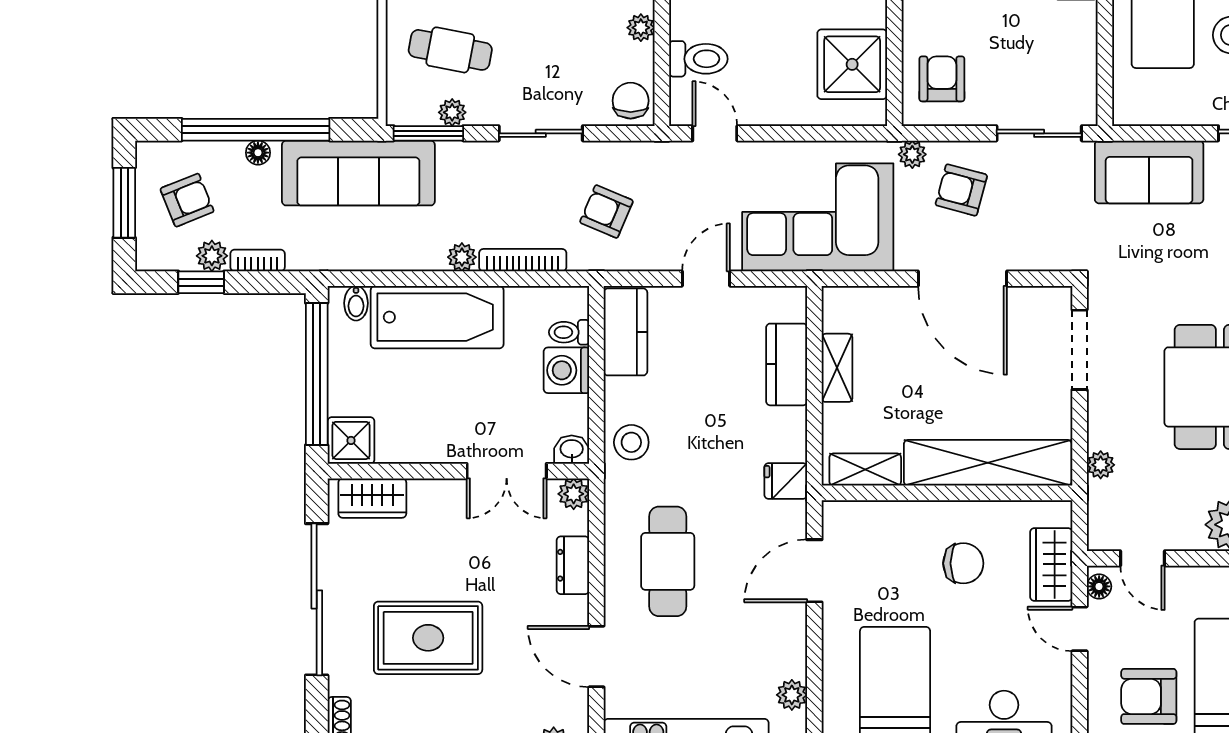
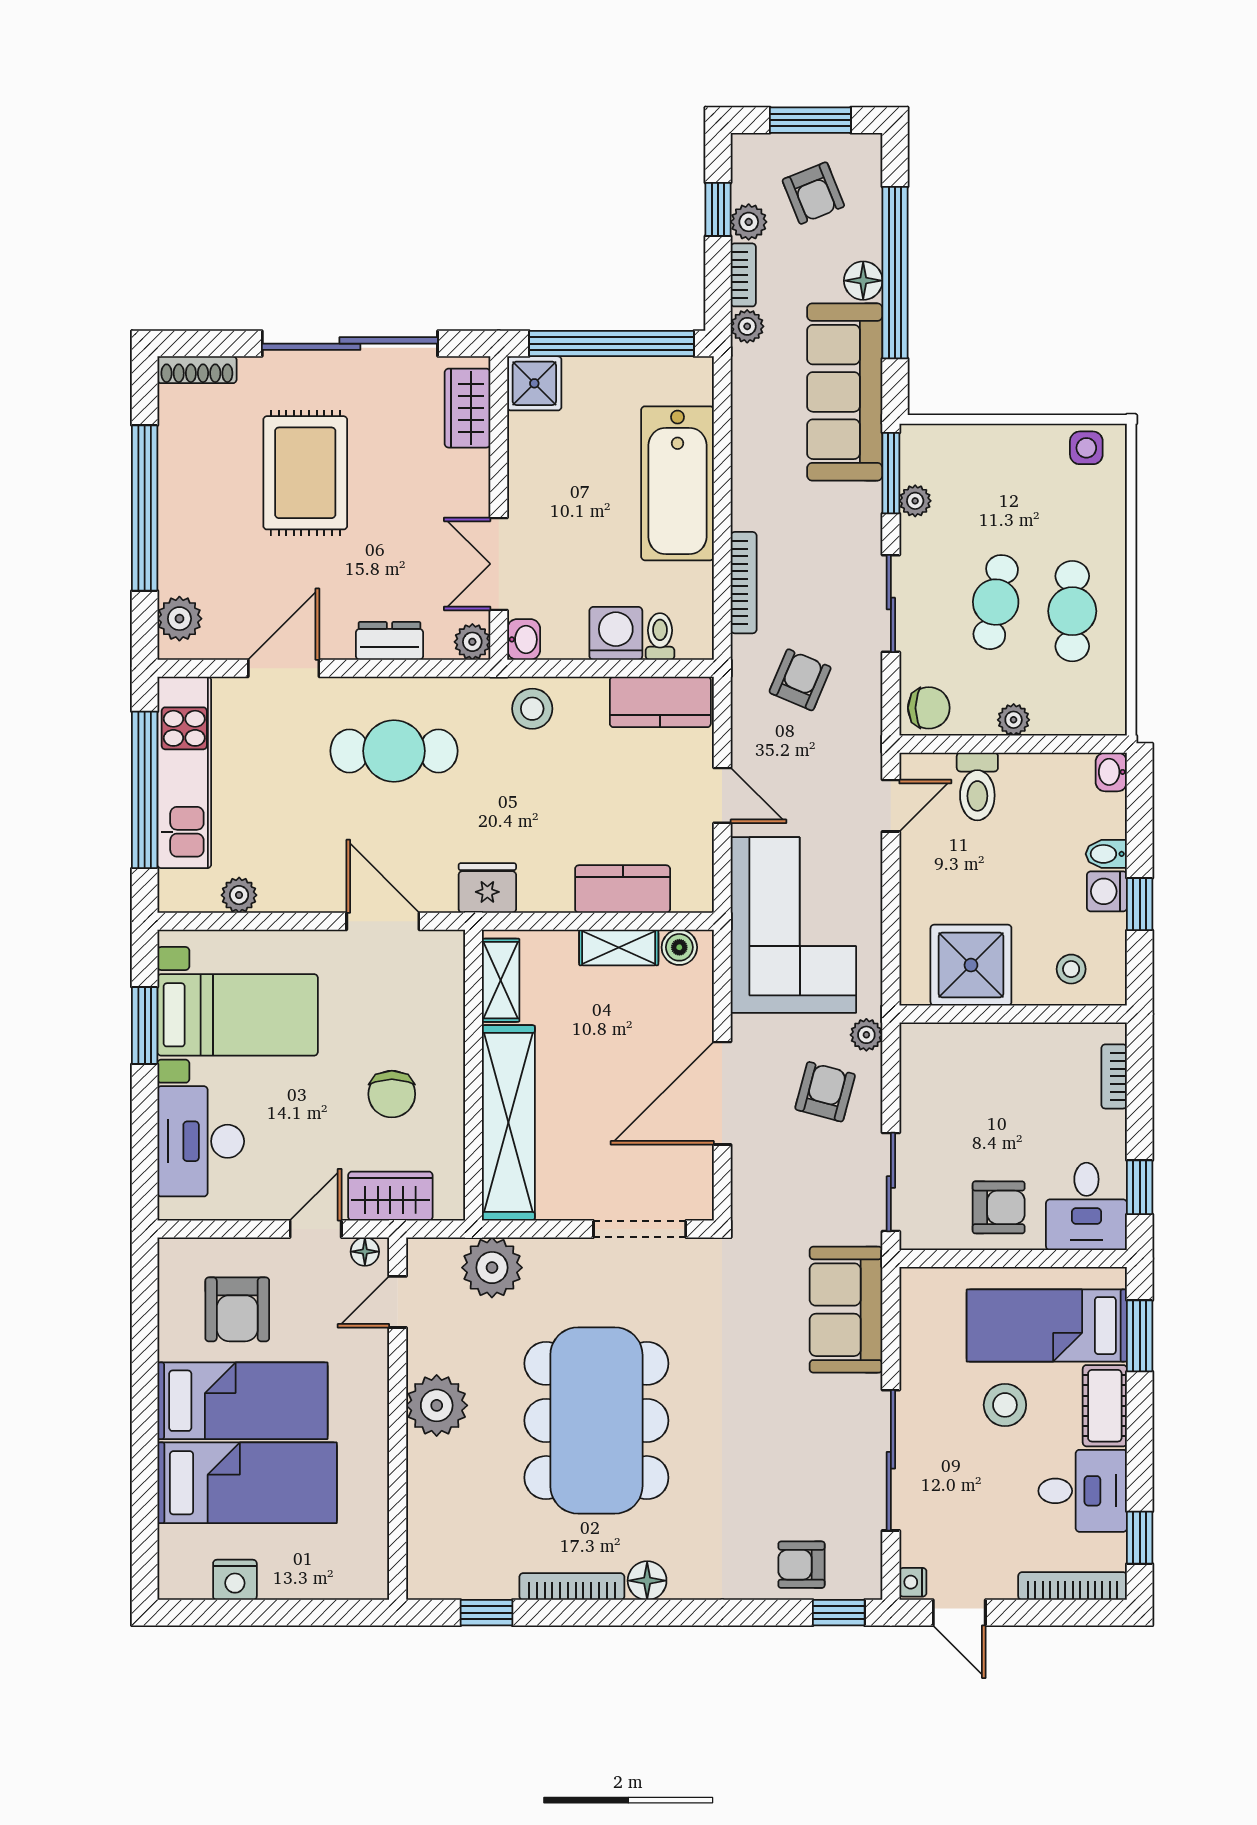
cafe table: (450, 50) -> (996, 602), moved
armchair: (942, 79) -> (999, 1207), moved
floor lamp: (258, 153) -> (863, 281), width x1.37, depth x1.37
plant: (462, 257) -> (747, 326), moved
bidet: (356, 303) -> (694, 389), removed
boiler: (837, 316) -> (679, 947), added
plant: (1101, 465) -> (492, 1268), width x1.87, depth x1.87
fridge: (786, 481) -> (487, 888), width x1.38
armchair: (1149, 696) -> (237, 1309), turned 180

